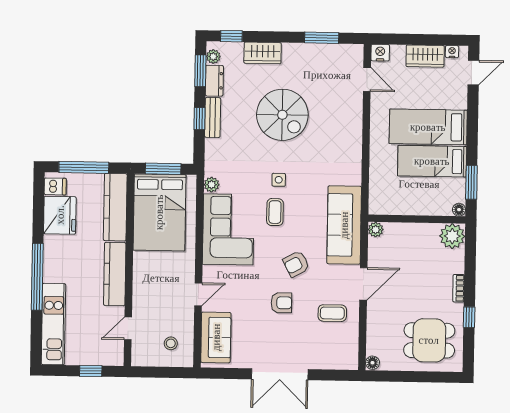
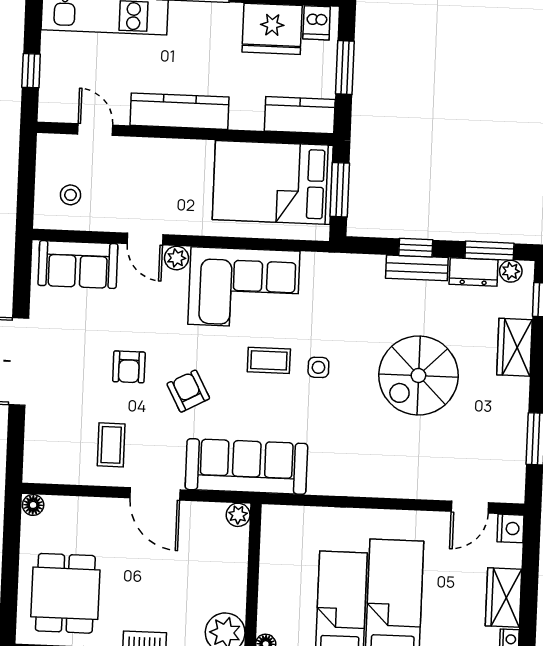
window: (84, 167) -> (345, 68), width x0.69
plant: (212, 185) -> (176, 258), moved
kitchen counter: (115, 207) -> (300, 115), width x0.67

